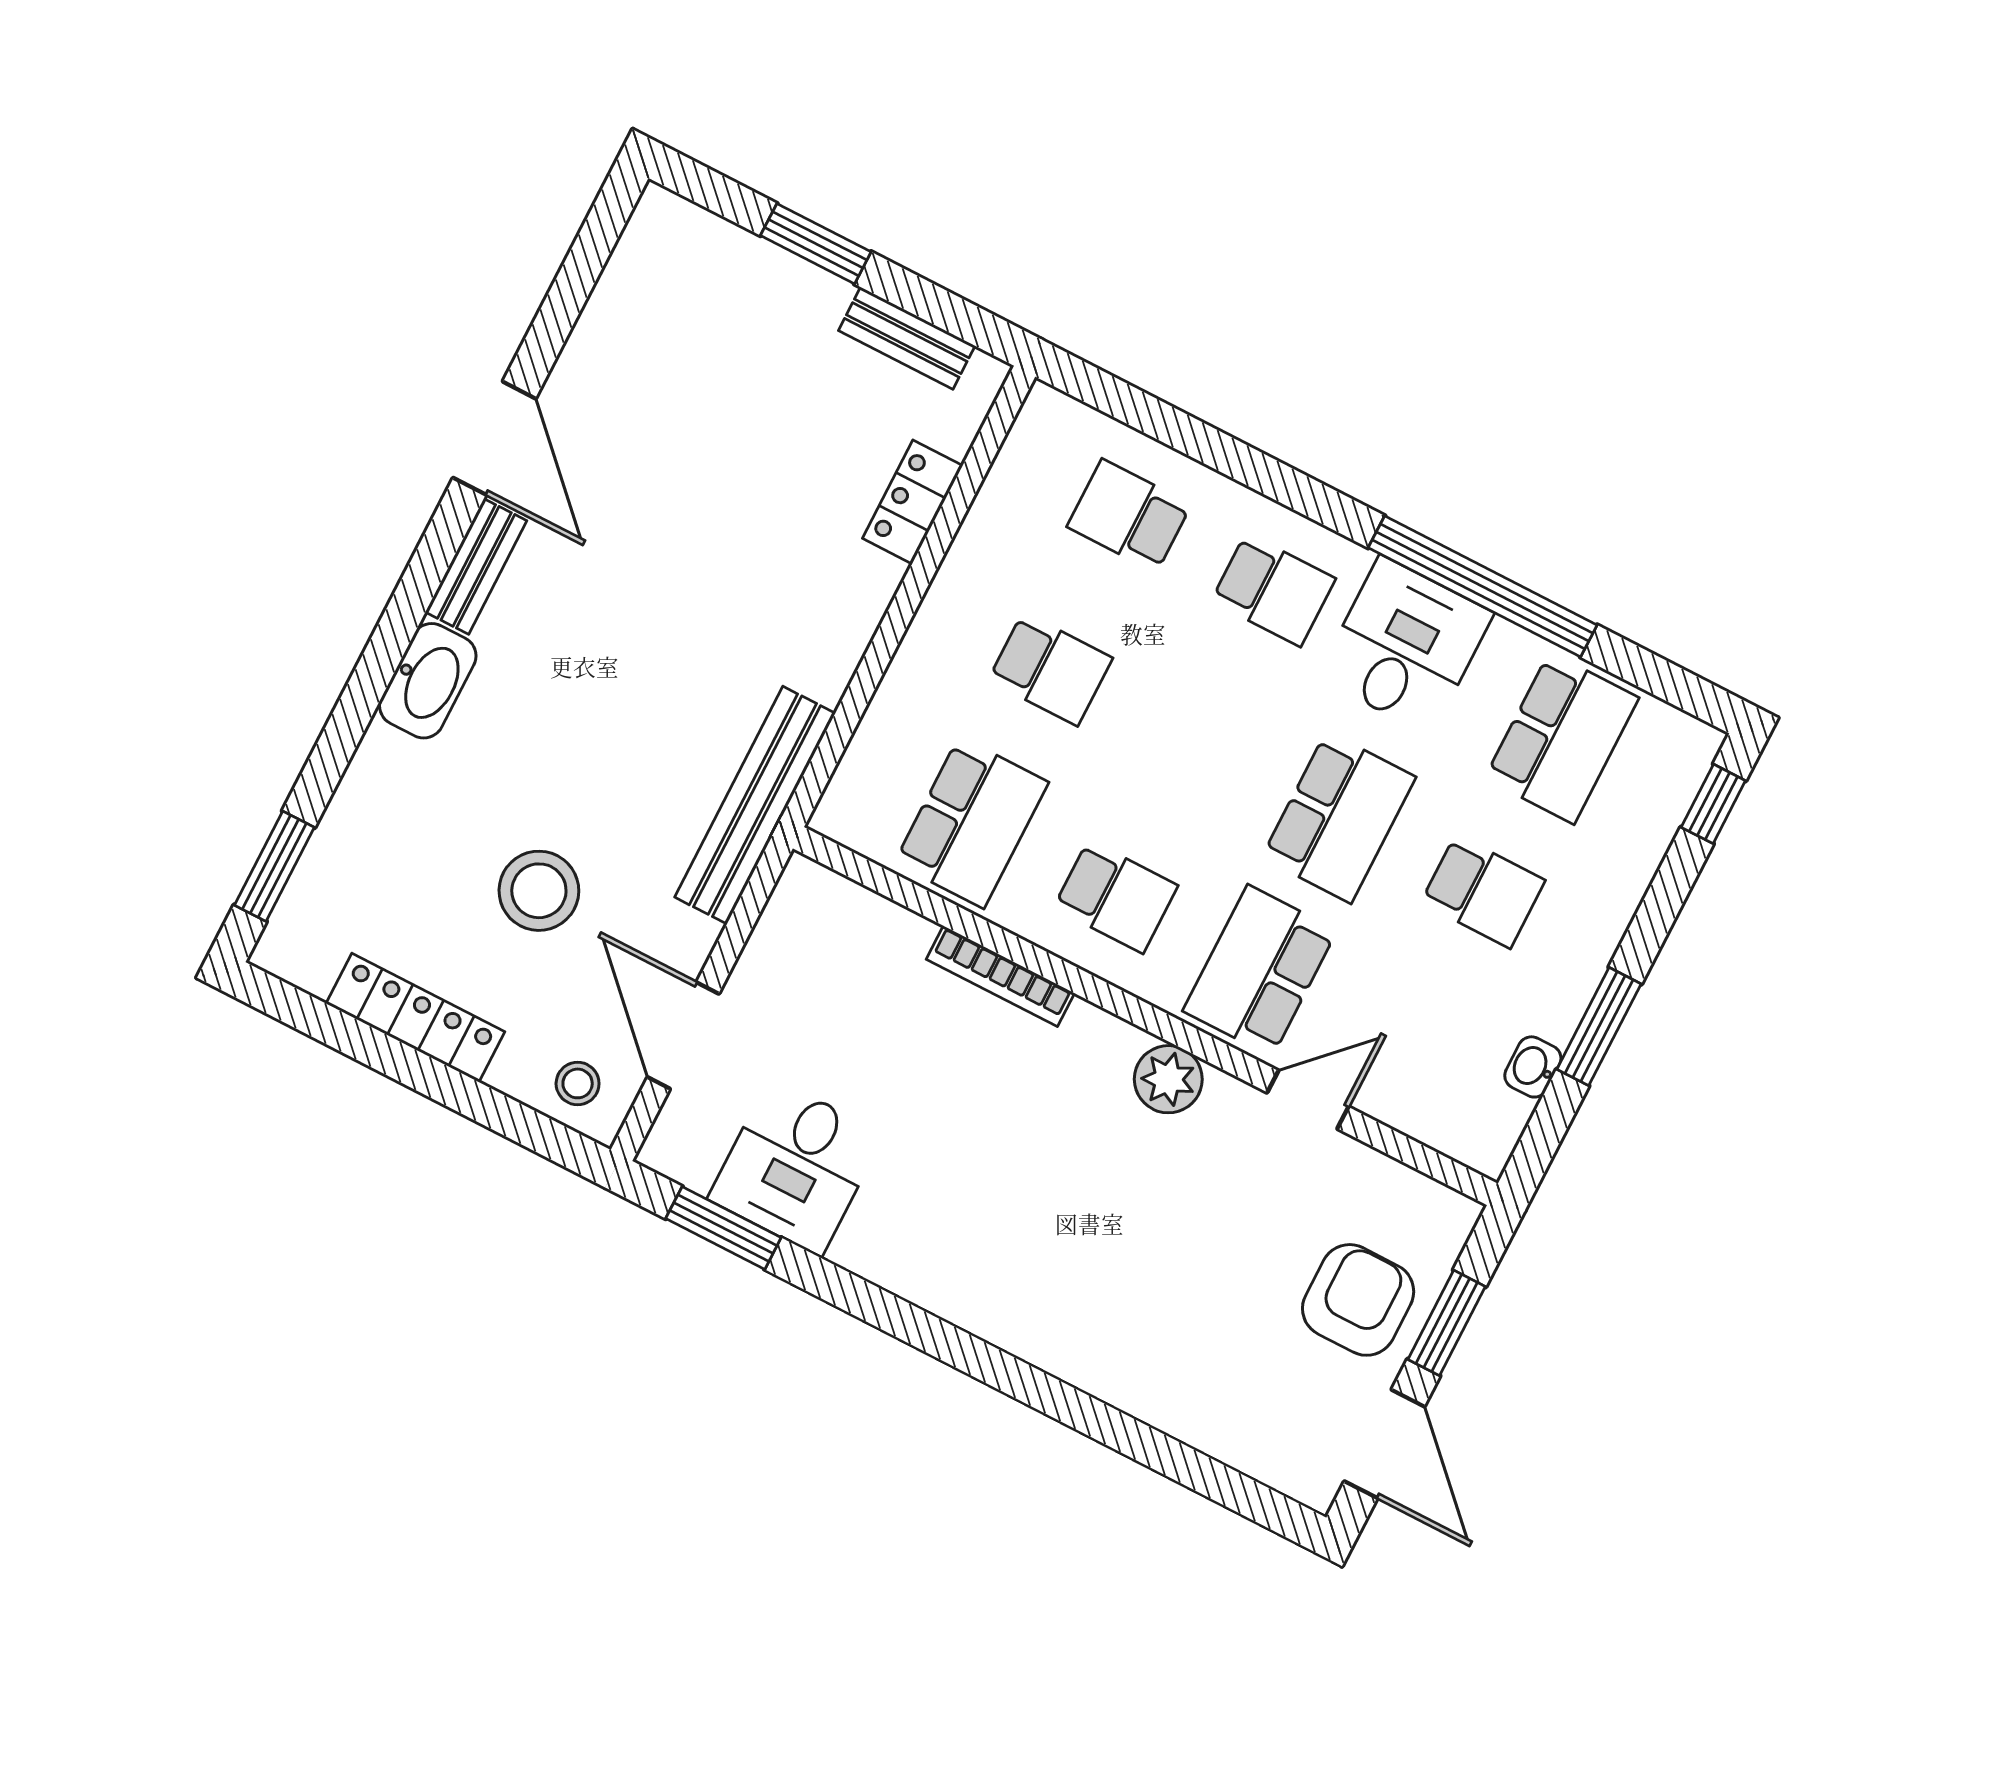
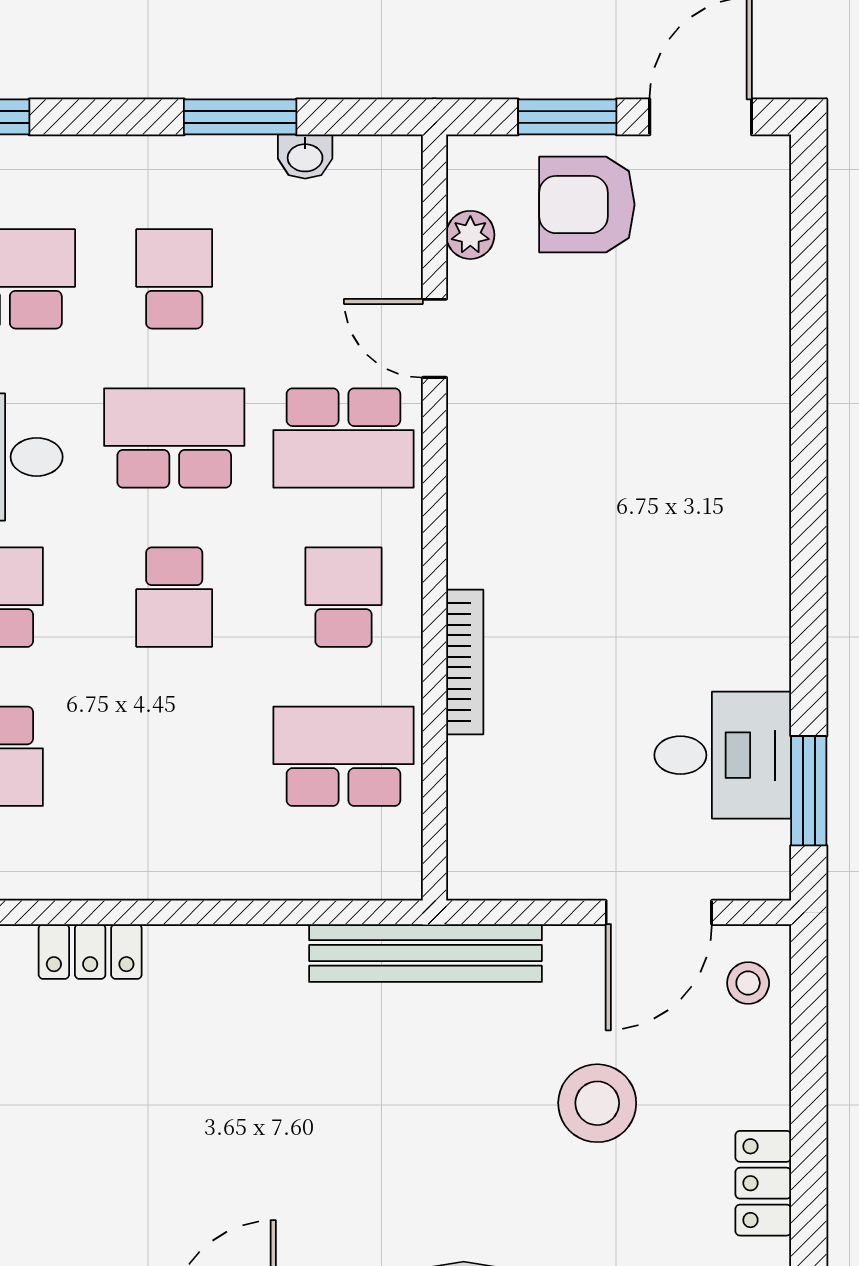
school desk: (1050, 669) -> (174, 597), moved, turned 180
locker: (415, 1018) -> (763, 1183), width x0.66
plant: (1168, 1079) -> (470, 235), moved, width x0.73, depth x0.73

